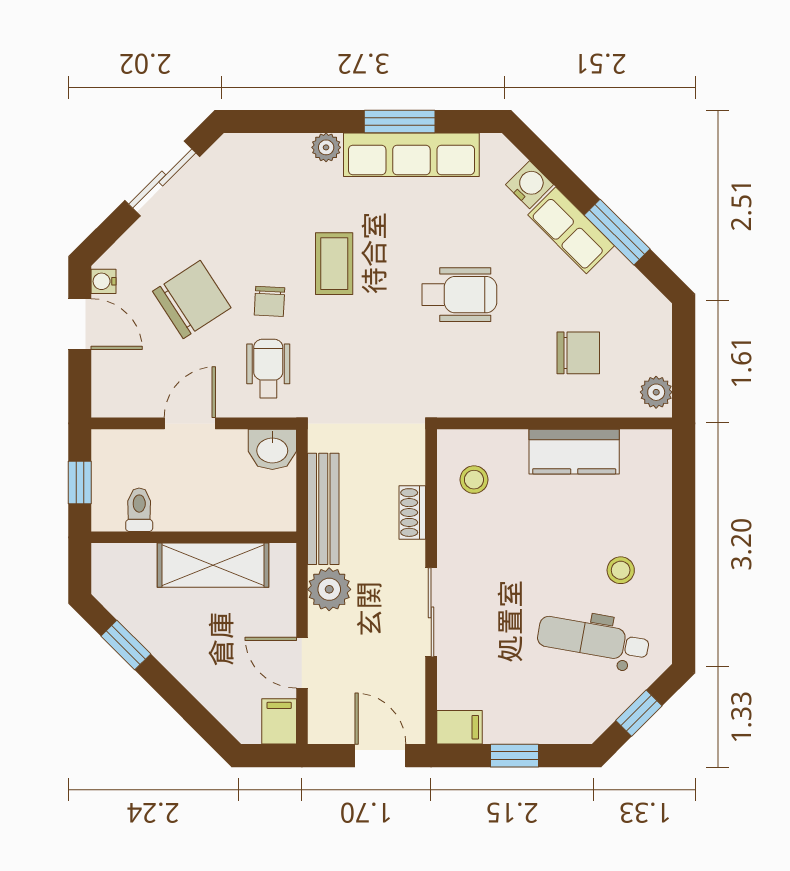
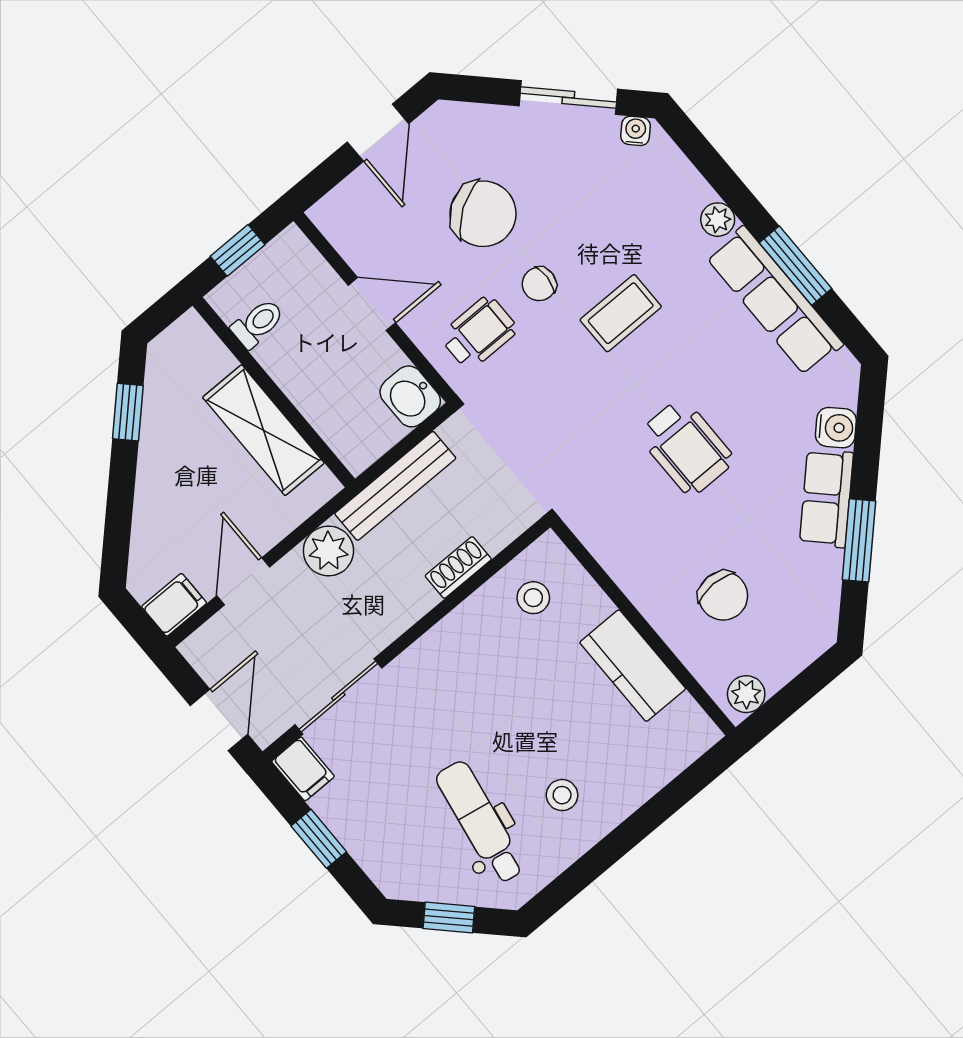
water cooler: (103, 281) -> (635, 131), moved, turned 45
sliding door: (431, 612) -> (338, 696), moved

